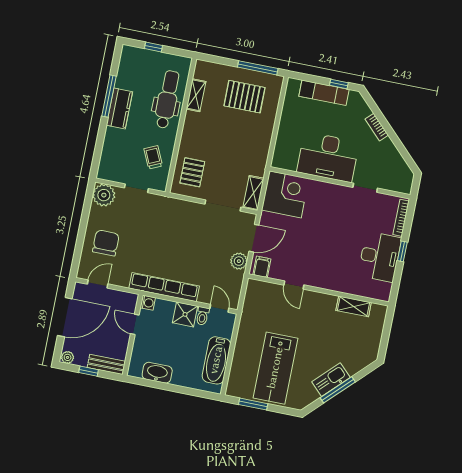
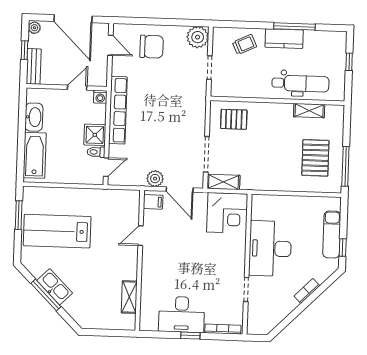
trolley: (153, 157) -> (245, 44), moved
bathtub: (216, 360) -> (35, 155), moved, turned 90

